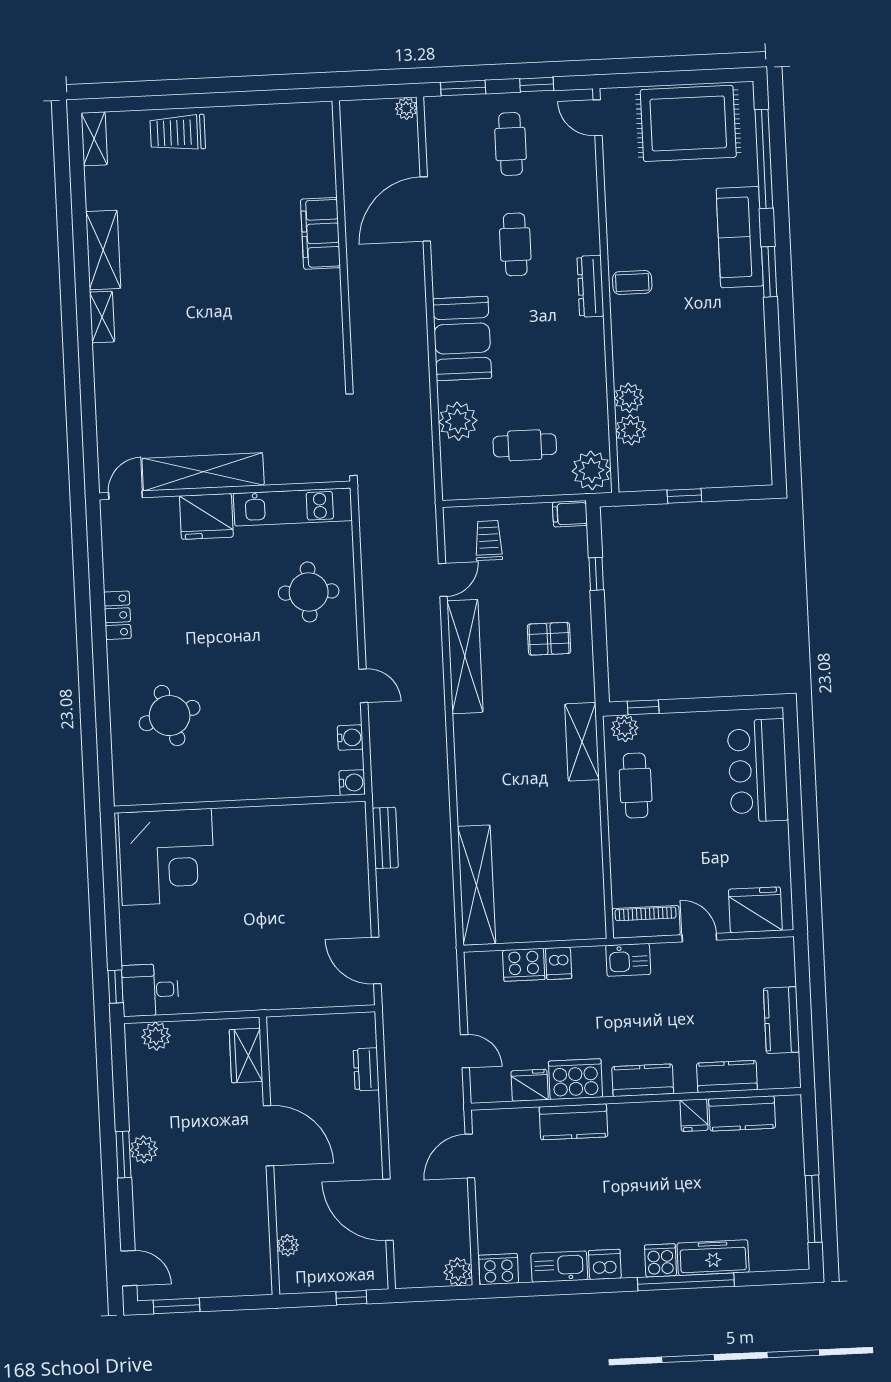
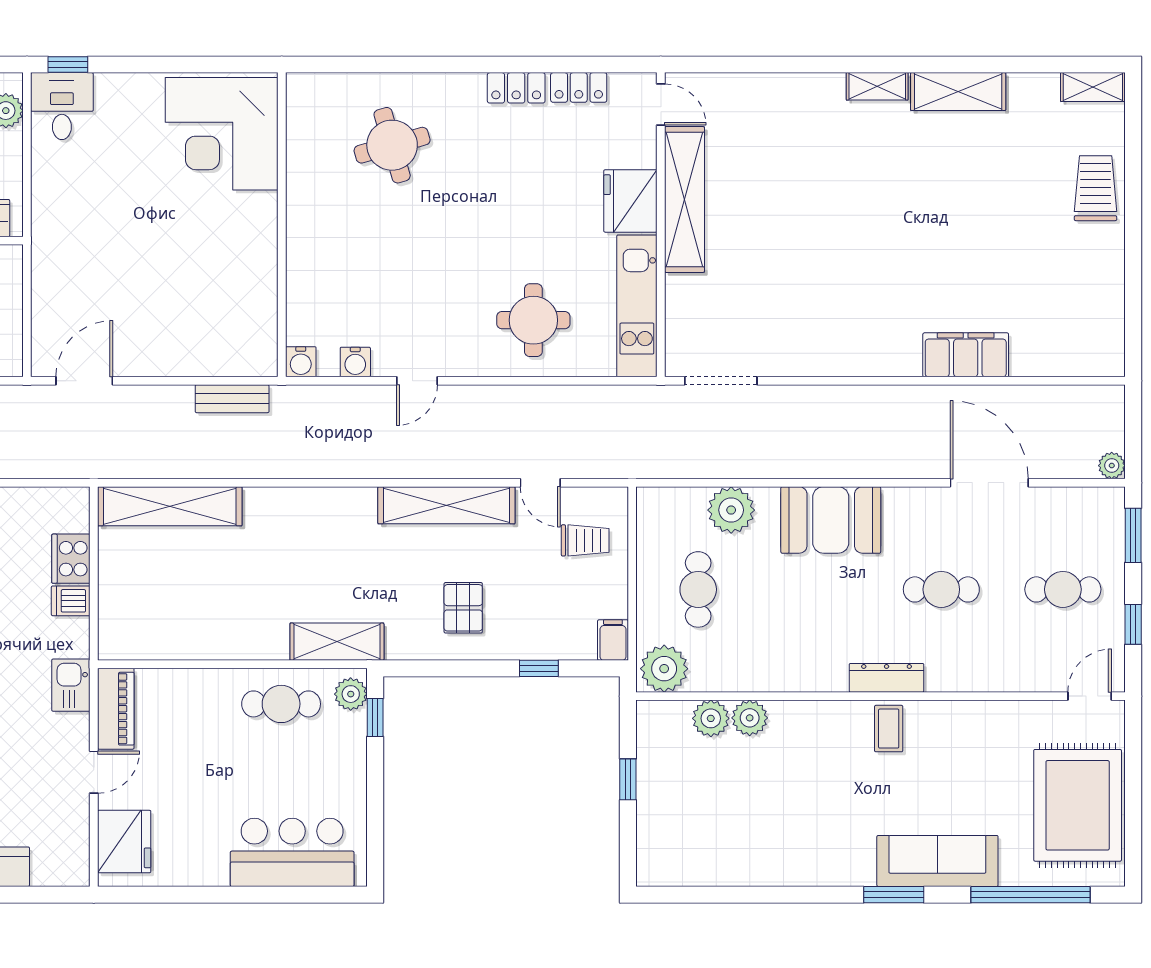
doorway: (351, 435) -> (721, 381), width x0.73
locker: (115, 564) -> (579, 87), added

